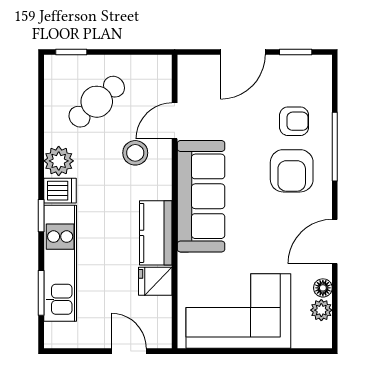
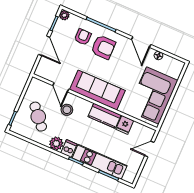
plant: (321, 310) -> (64, 15), moved

